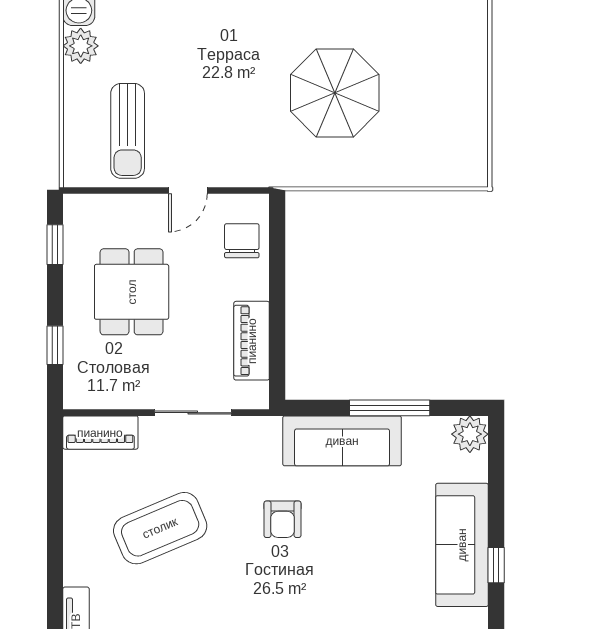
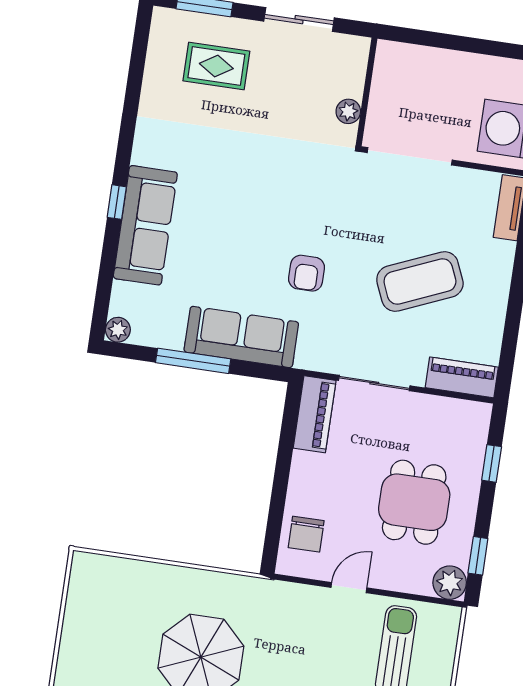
plant: (81, 212) -> (450, 583), added
piano: (252, 341) -> (315, 414), moved
plant: (470, 434) -> (118, 330), width x0.73, depth x0.73
armchair: (283, 519) -> (306, 273), turned 180

